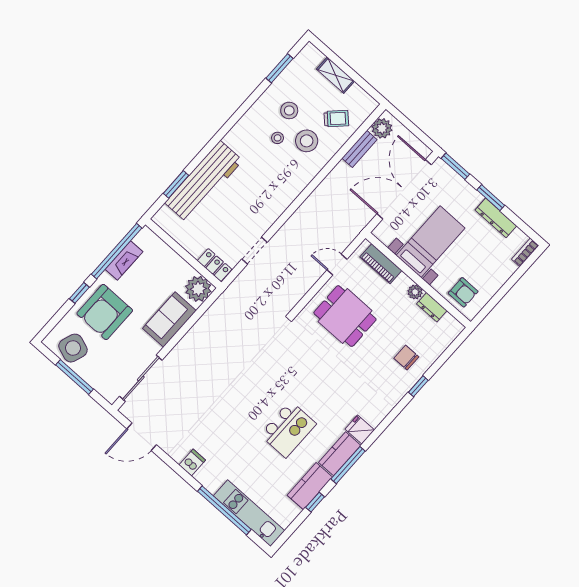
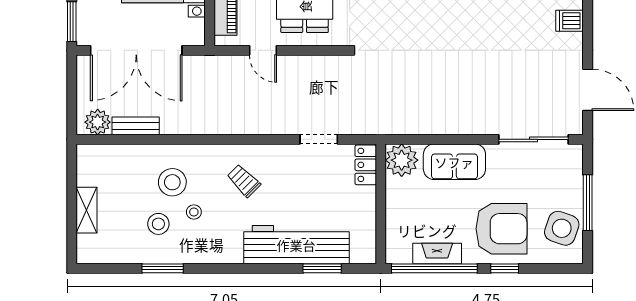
window: (279, 68) -> (163, 268), moved
trolley: (336, 119) -> (244, 181), moved

